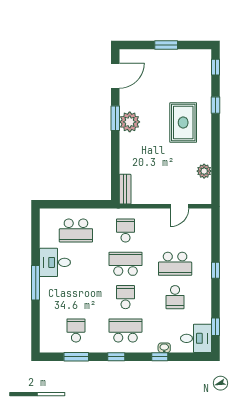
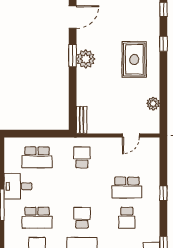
school desk: (125, 264) -> (37, 218), moved, turned 180

